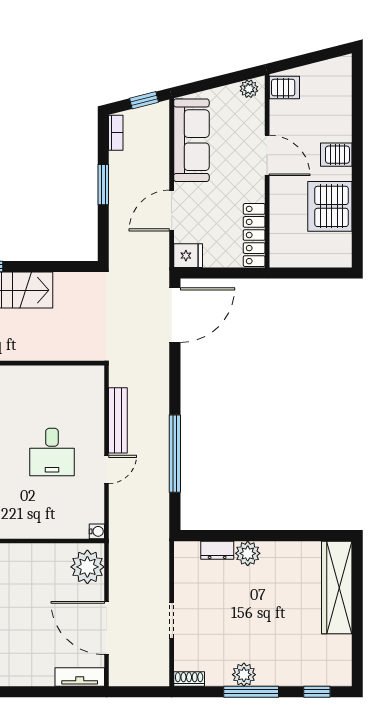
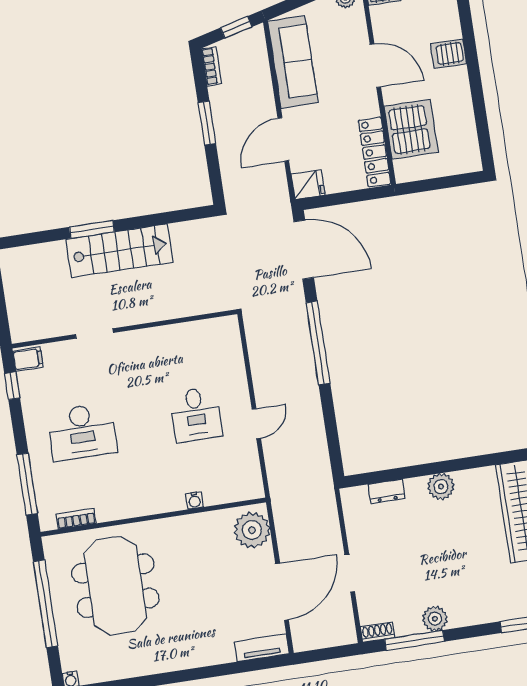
server rack: (330, 206) -> (411, 129), moved, turned 180
door: (175, 315) -> (304, 250), hinge flipped
bench: (118, 420) -> (260, 370), removed
window: (175, 454) -> (318, 343), moved
water cooler: (97, 531) -> (195, 500), moved, turned 90
plant: (248, 553) -> (441, 487), moved
door: (107, 628) -> (282, 592), swing flipped
window: (251, 692) -> (415, 640), moved

